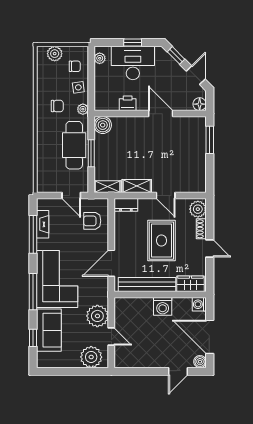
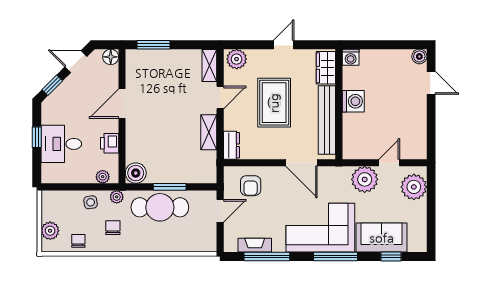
plant: (100, 58) -> (103, 177), moved
desk: (133, 63) -> (61, 144), width x0.73
chair: (75, 66) -> (78, 241), moved
shelving: (108, 187) -> (209, 66), moved
shoe rack: (201, 229) -> (260, 55), removed
rug: (161, 241) -> (274, 103), turned 90
door: (210, 337) -> (390, 45), removed

